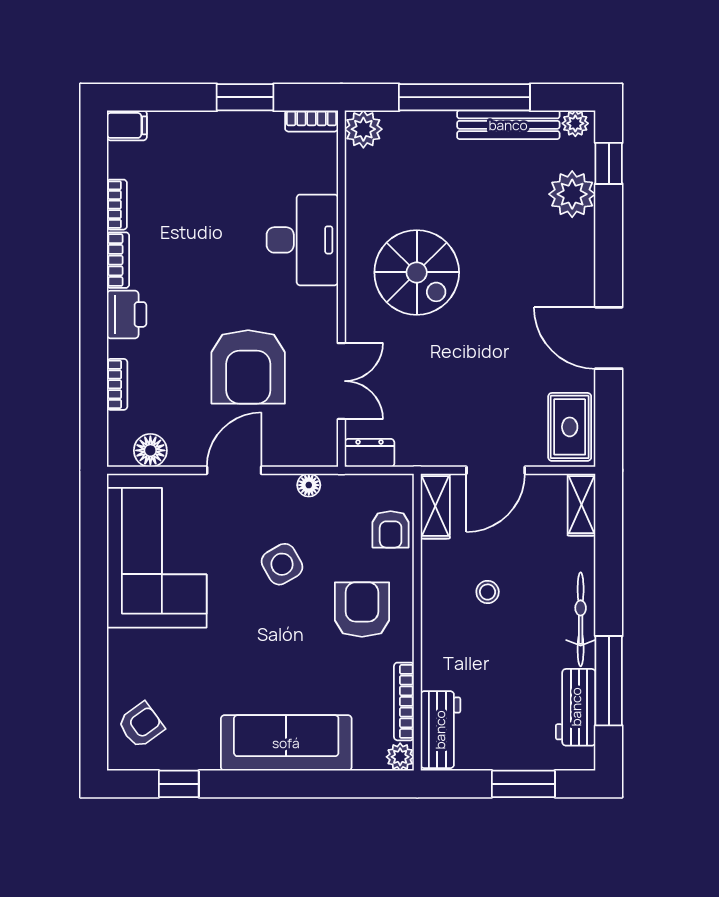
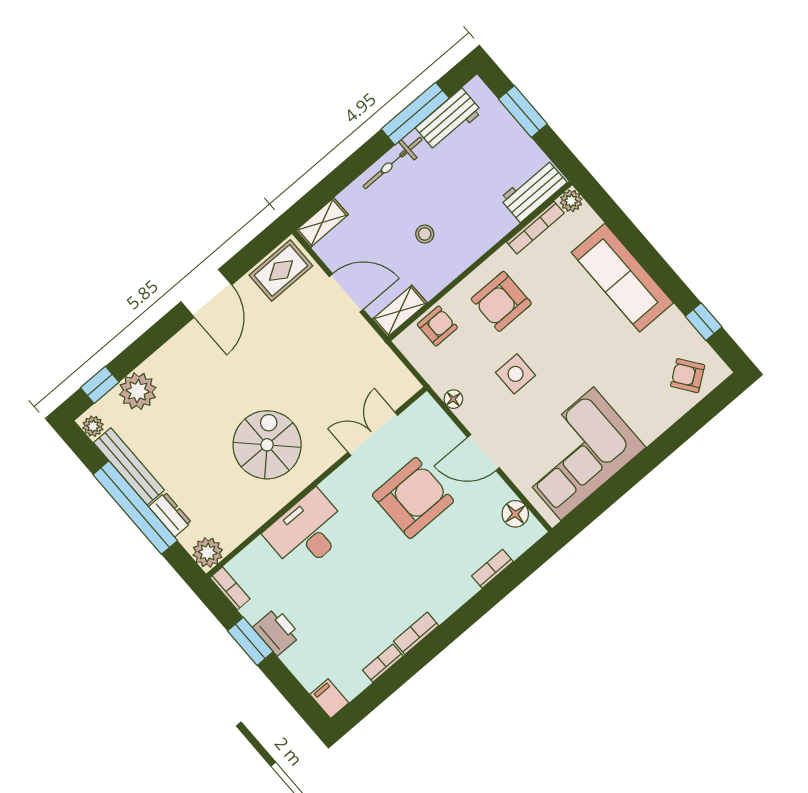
printer: (127, 314) -> (277, 632), moved, turned 90
dresser: (369, 453) -> (170, 515), moved, turned 180
side table: (282, 564) -> (516, 374), turned 30

